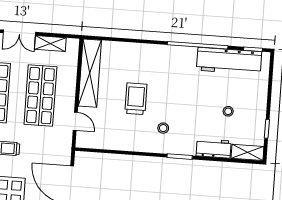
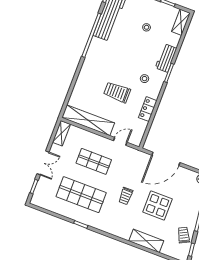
shelving: (50, 44) -> (61, 133), moved
shop shelf: (40, 96) -> (94, 161), width x0.70, depth x0.74
locker: (126, 143) -> (148, 109), added
workbench: (214, 148) -> (166, 58), moved

